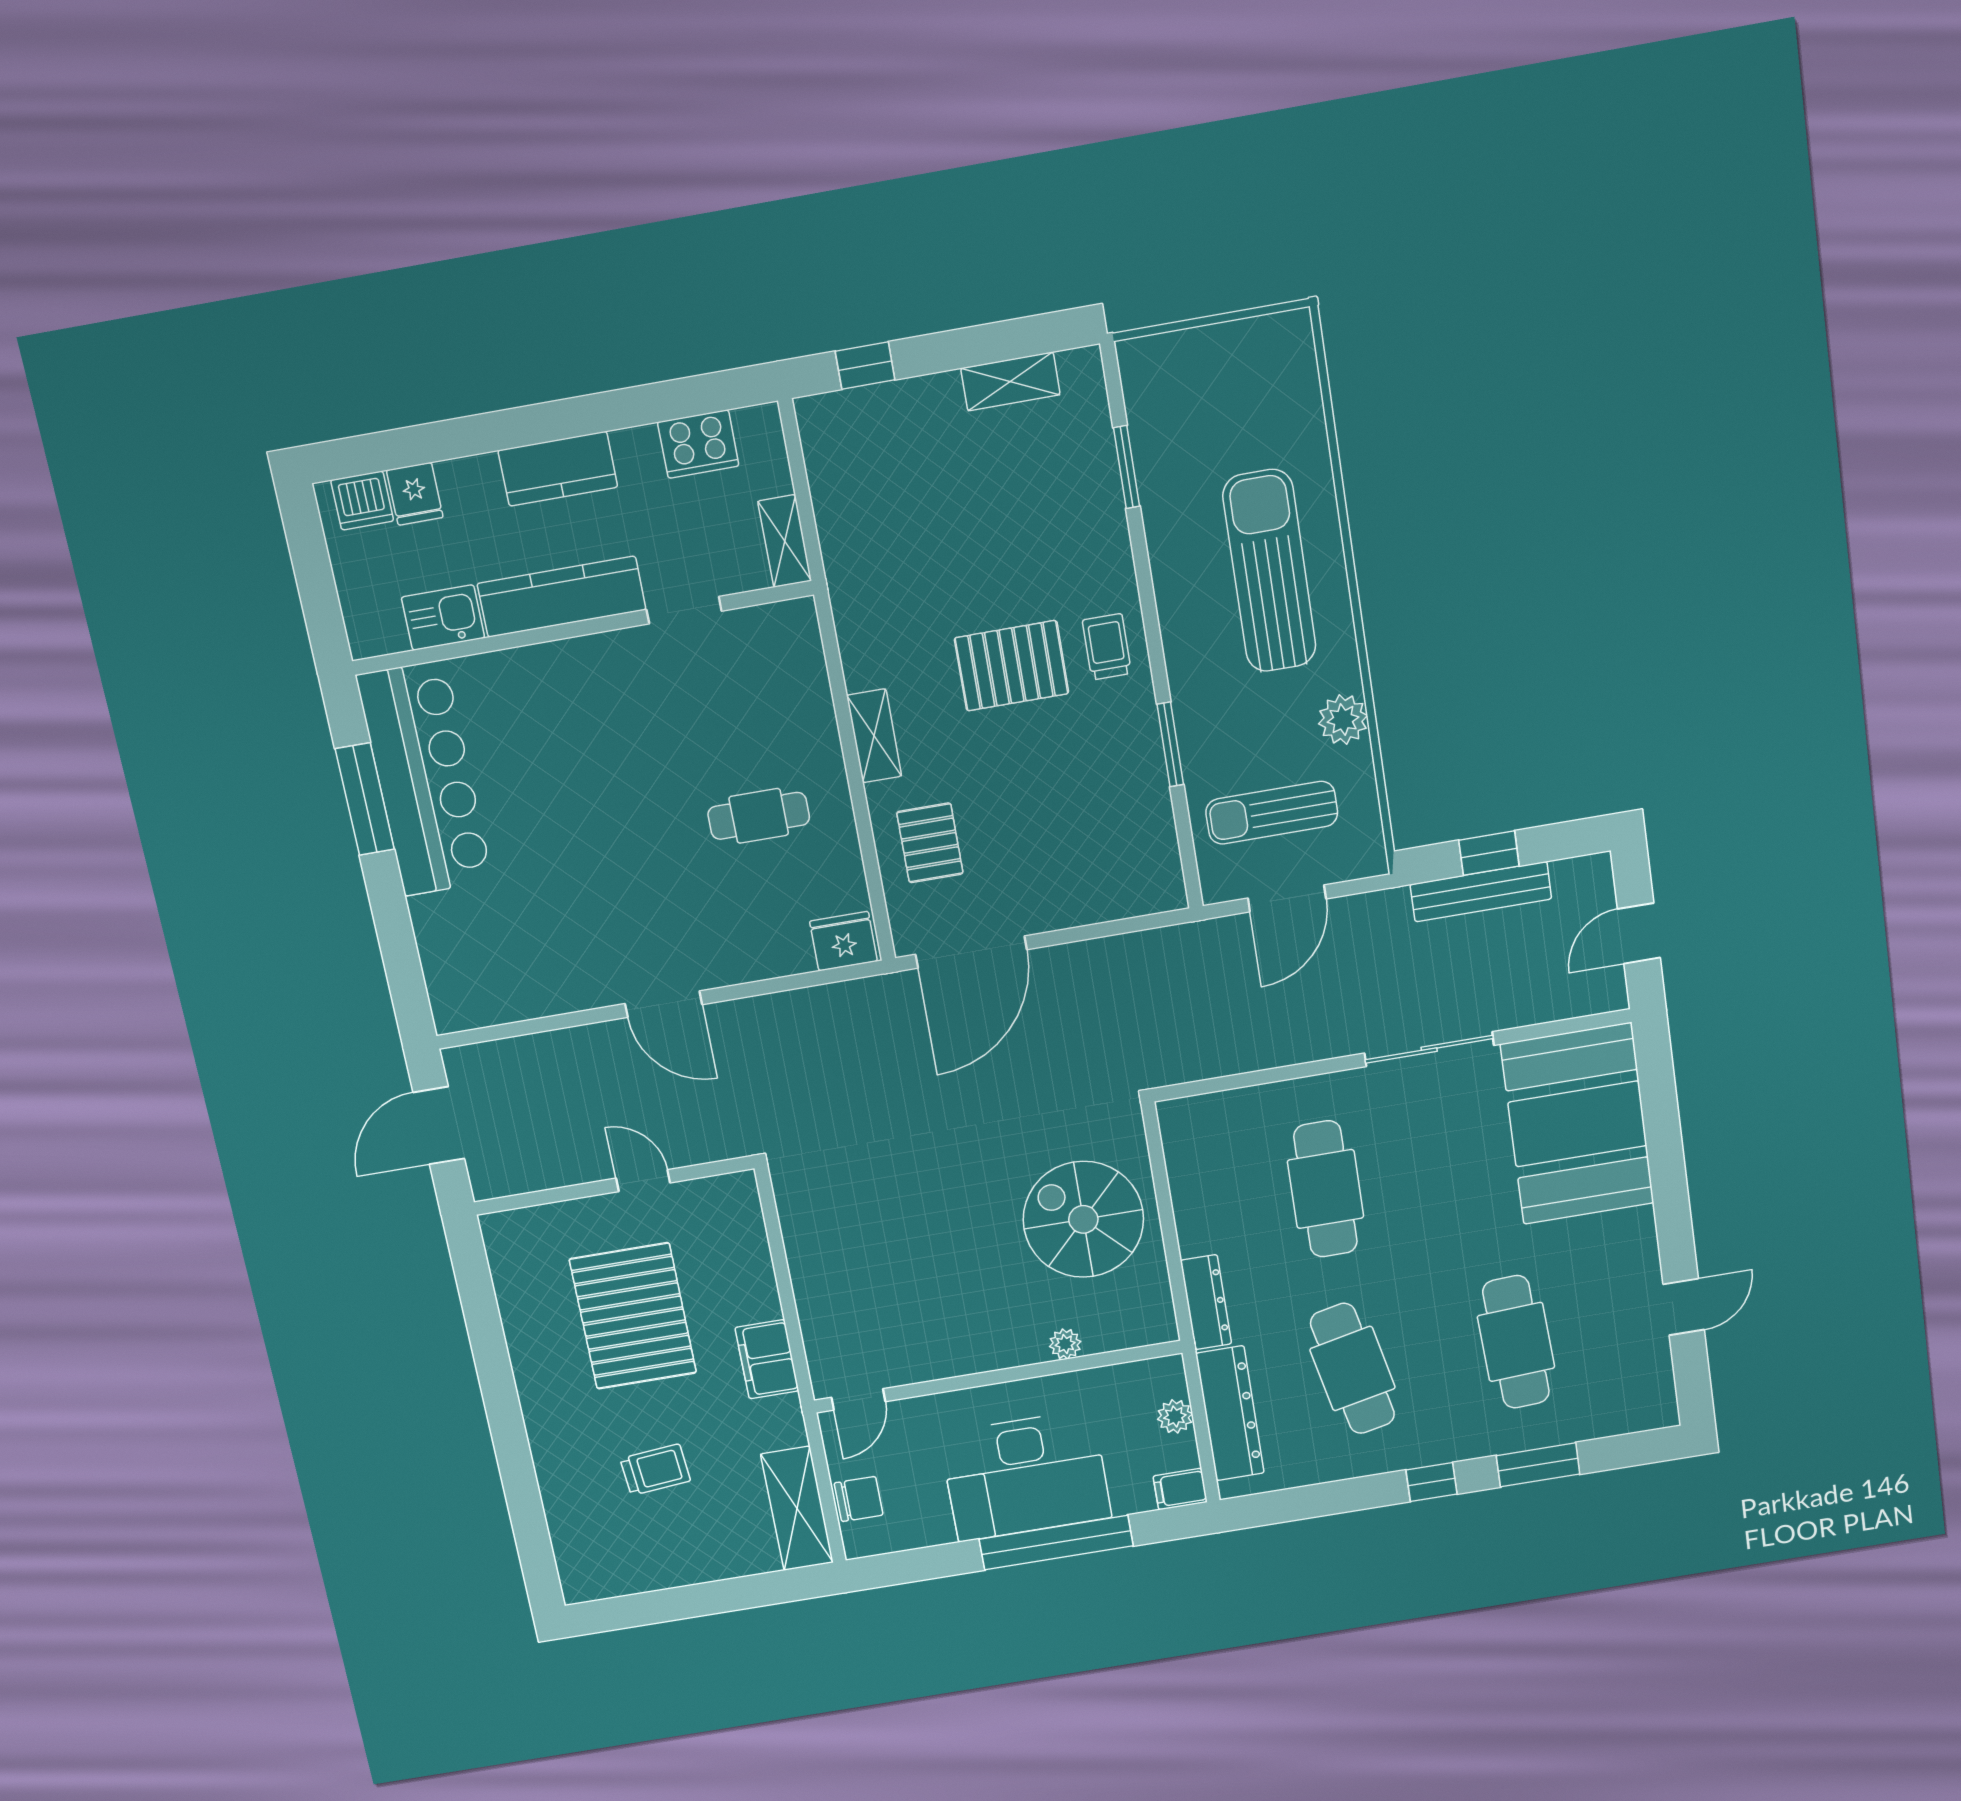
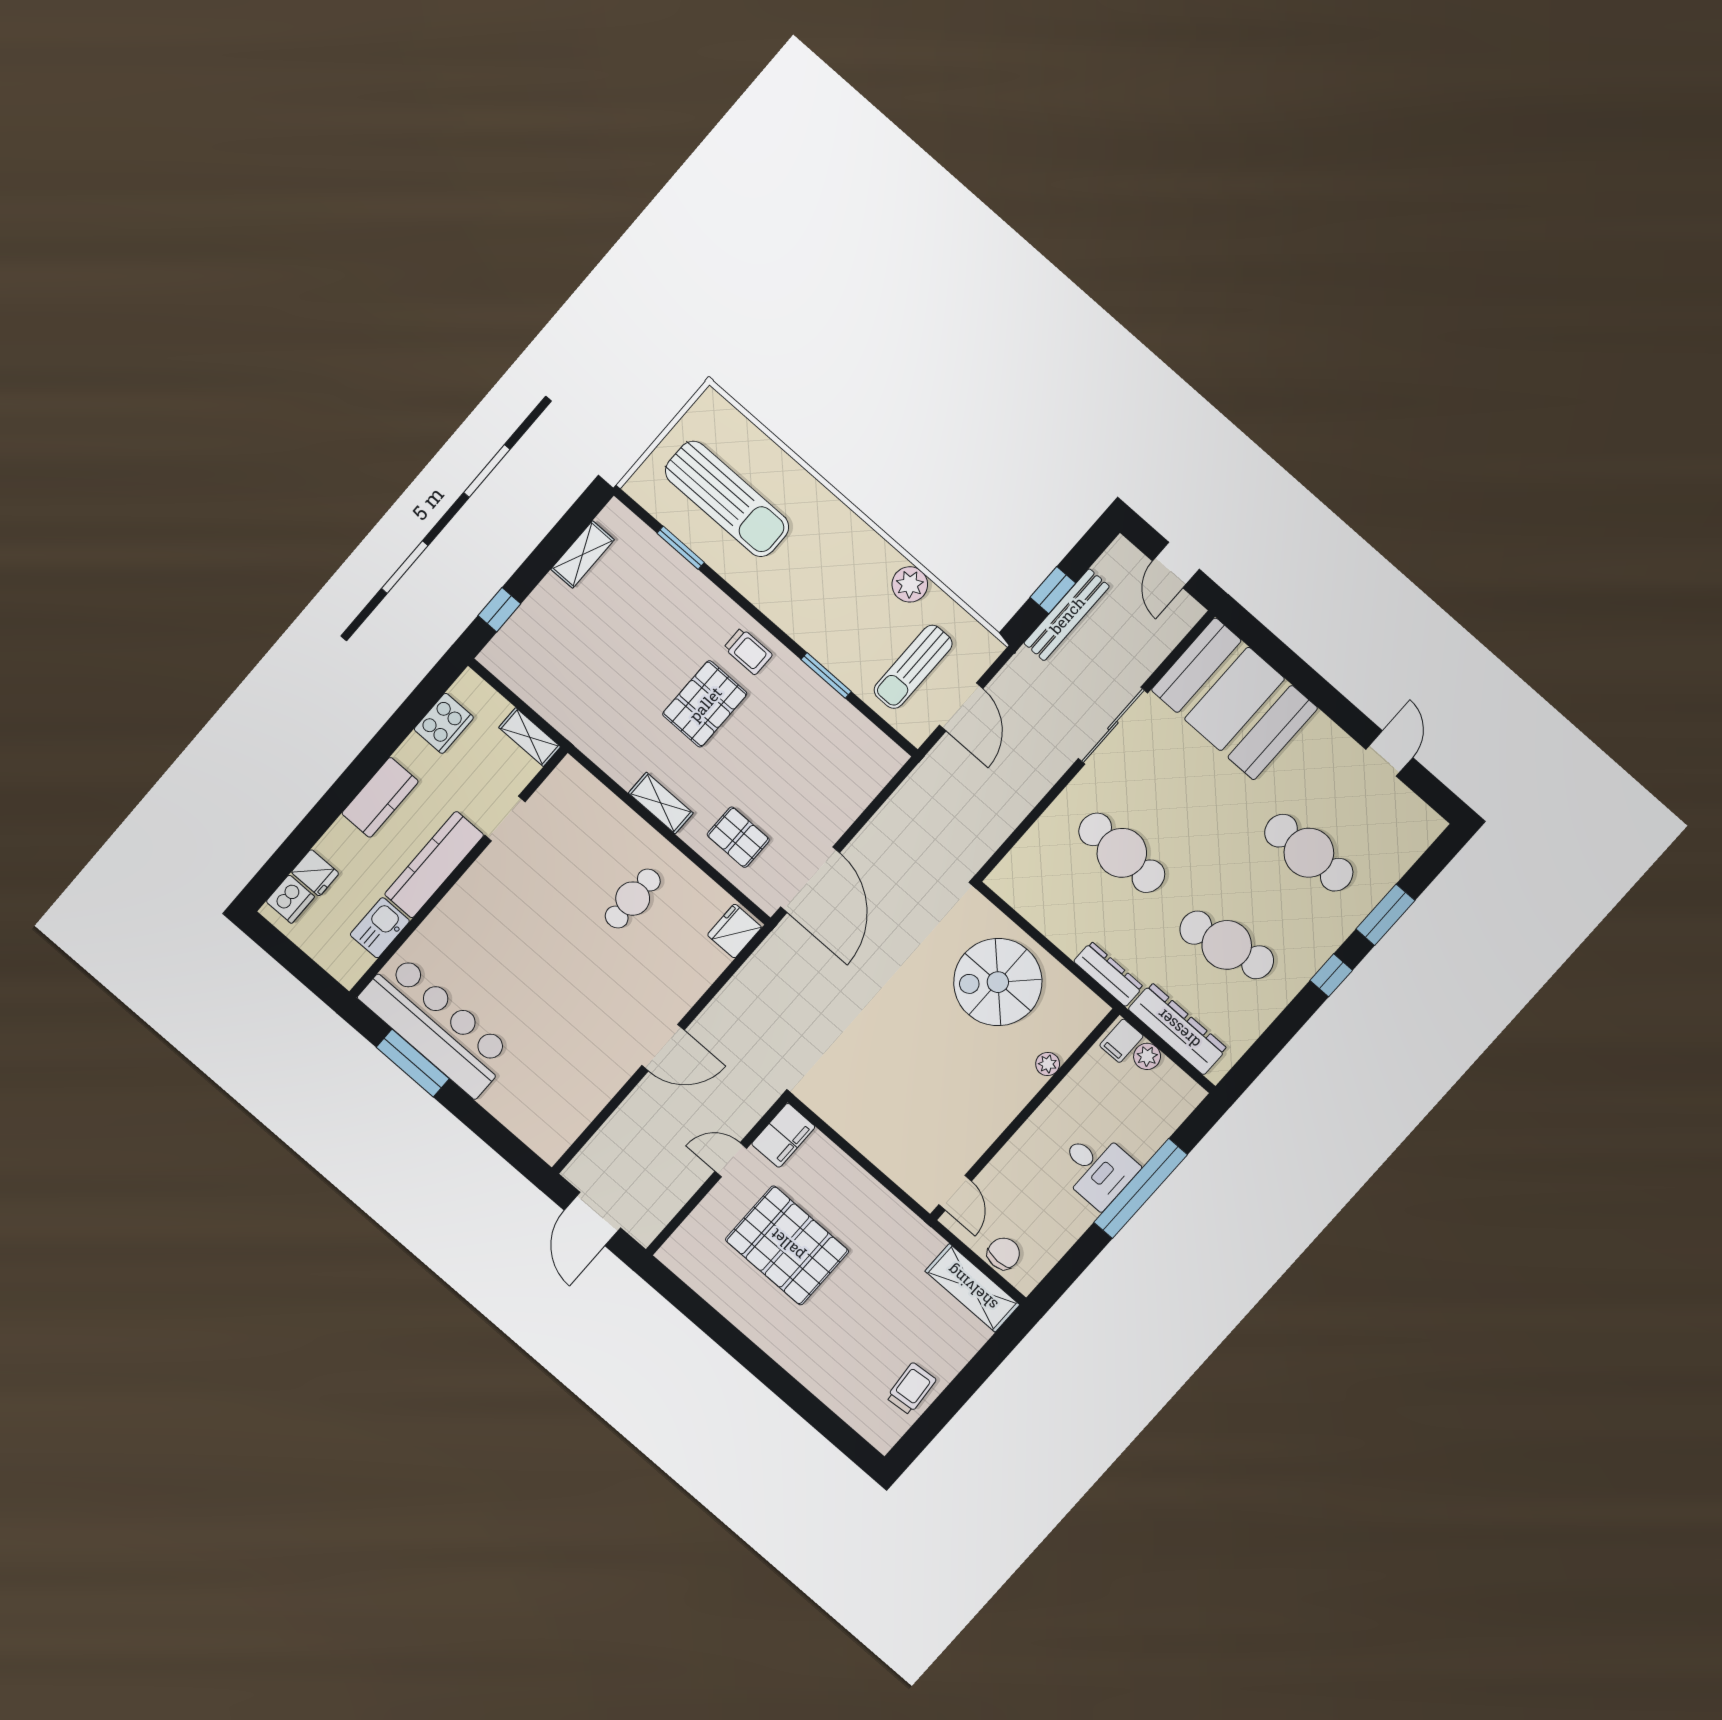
sun lounger: (1269, 571) -> (727, 499), moved, turned 180
trolley: (1107, 647) -> (748, 651), turned 180
filing cabinet: (767, 1359) -> (783, 1135), moved, turned -90
trolley: (655, 1470) -> (911, 1389), moved
desk: (1026, 1476) -> (1097, 1168), width x0.53, depth x0.77
filing cabinet: (1180, 1489) -> (1121, 1041), moved

